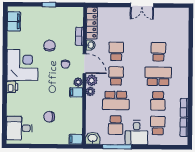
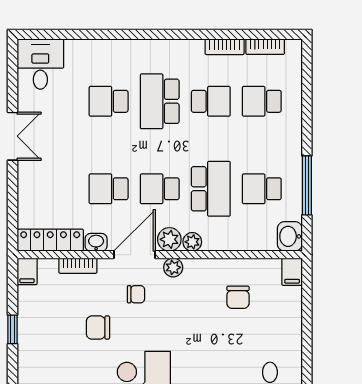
filing cabinet: (76, 92) -> (27, 271), moved
chair: (49, 117) -> (238, 297), moved
school desk: (116, 125) -> (262, 189), turned 180
desk: (137, 133) -> (40, 64), moved, turned -90

